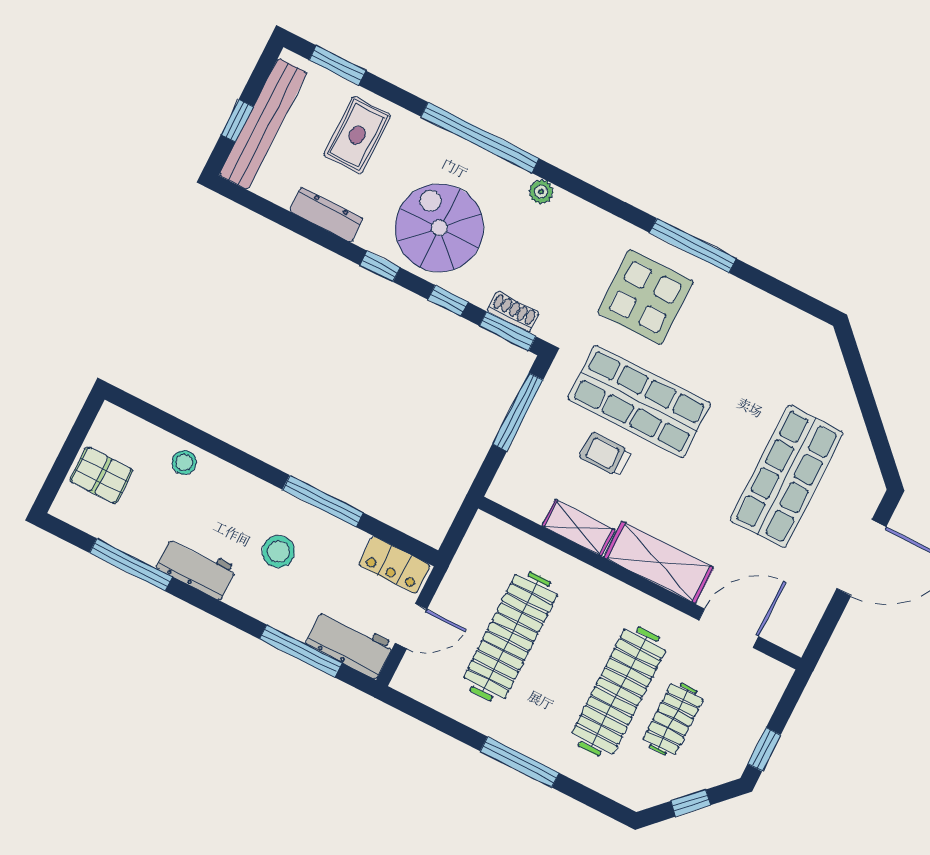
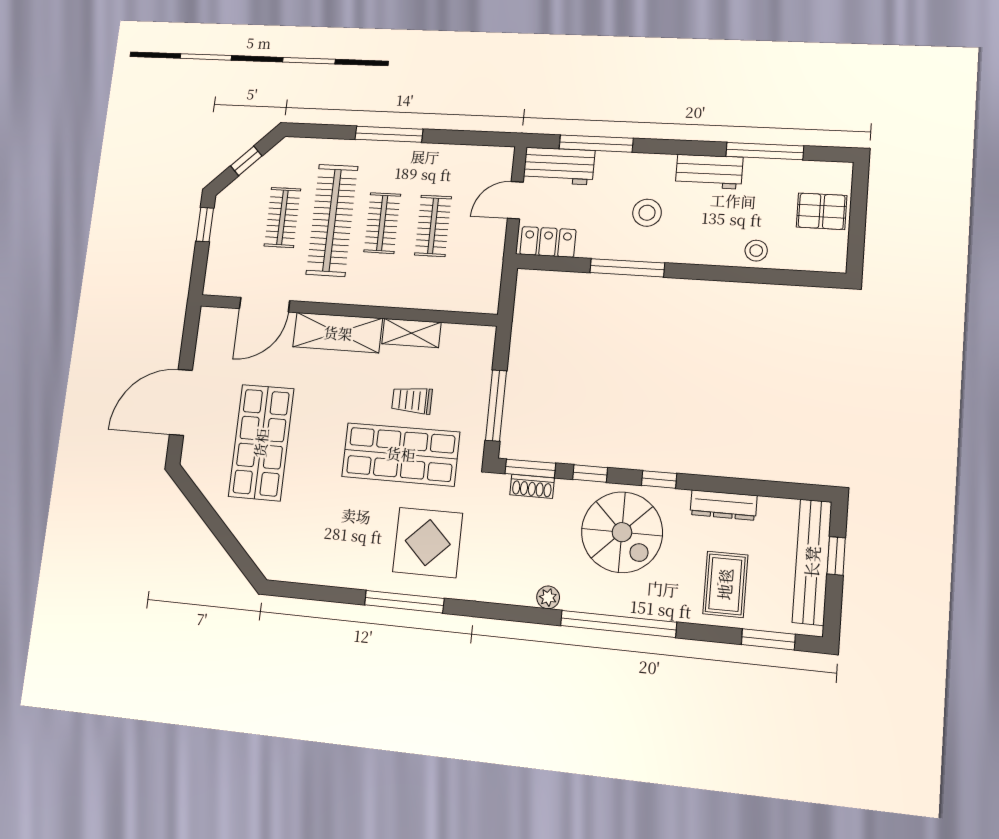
trolley: (605, 454) -> (412, 400), turned 180
clothes rail: (510, 636) -> (433, 226), width x0.54, depth x0.76
clothes rail: (565, 664) -> (382, 223), added

